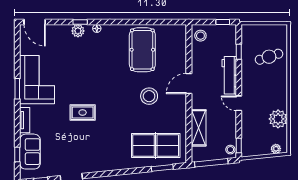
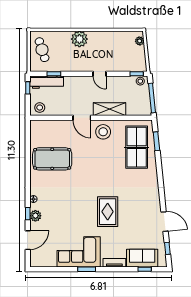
door: (35, 22) -> (28, 240), moved
cafe table: (269, 57) -> (42, 50), moved
workbench: (229, 75) -> (47, 82), moved
stool: (149, 96) -> (103, 132), moved
door: (239, 103) -> (99, 74), hinge flipped
rug: (83, 113) -> (108, 212), width x1.36, depth x1.43
plant: (278, 119) -> (79, 39), moved
shelving: (199, 128) -> (110, 109), moved

